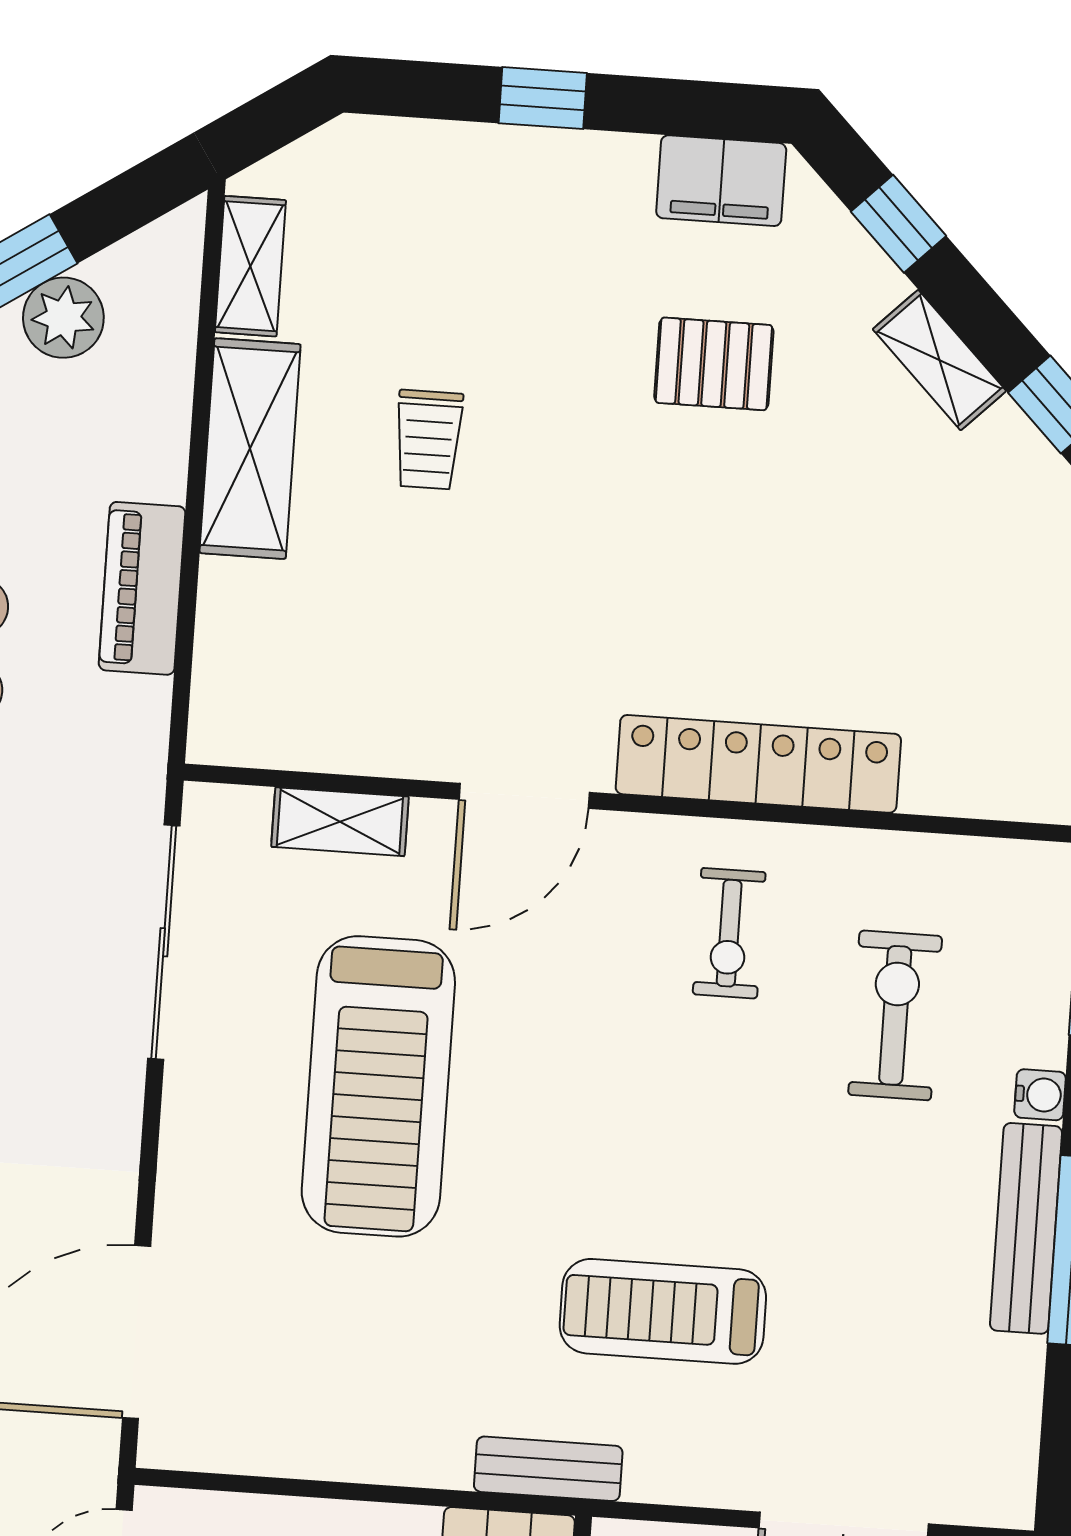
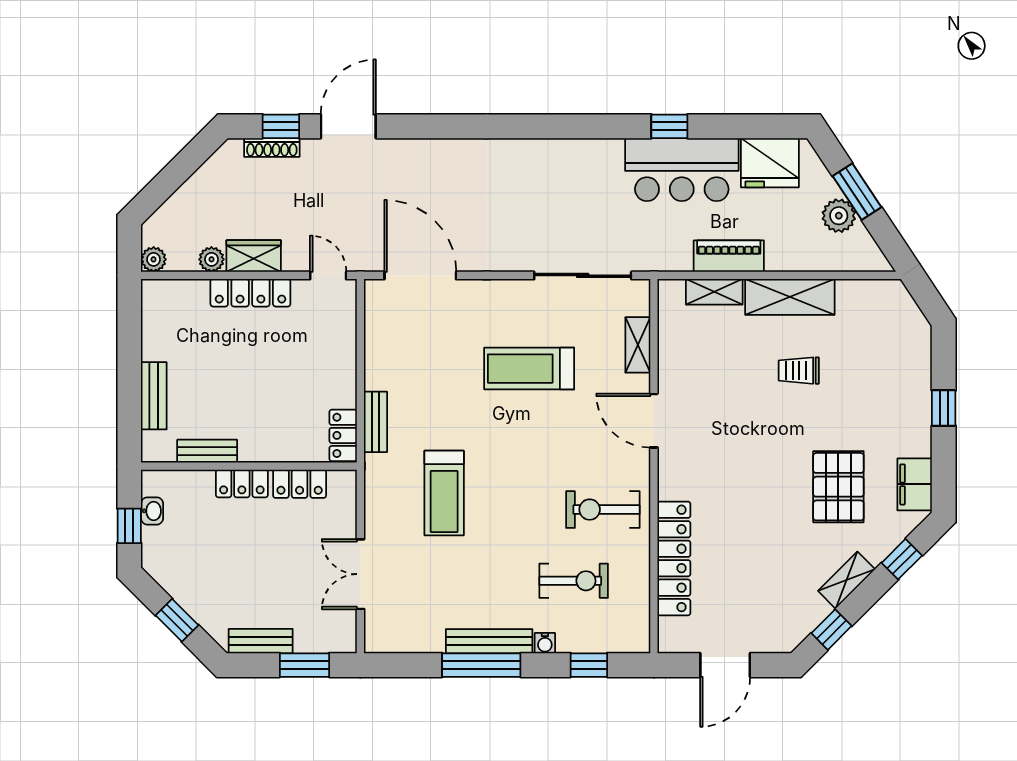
shelving: (250, 266) -> (714, 292), moved
pallet: (714, 364) -> (838, 487), width x1.50, depth x1.42
locker: (758, 764) -> (674, 558), moved
exercise bike: (729, 933) -> (603, 510), width x1.38, depth x1.39
treadmill: (378, 1086) -> (529, 369), width x0.73, depth x0.73
treadmill: (663, 1311) -> (444, 493), turned 180
bench: (548, 1469) -> (376, 422), moved

